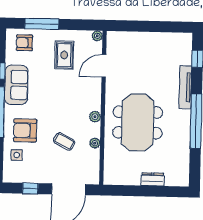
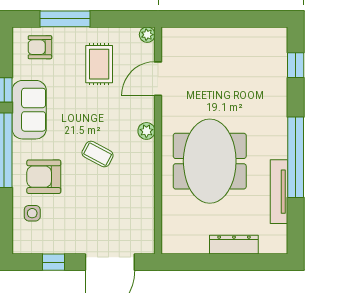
tv unit: (185, 87) -> (279, 192), moved
plant: (95, 117) -> (146, 131), moved
coffee table: (64, 141) -> (98, 154), moved
plant: (95, 143) -> (147, 193), removed
dresser: (153, 179) -> (234, 245), width x1.44

